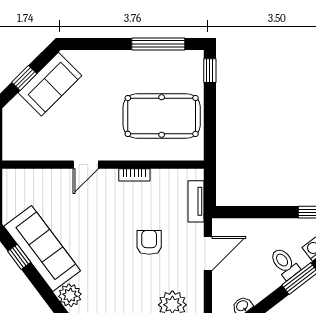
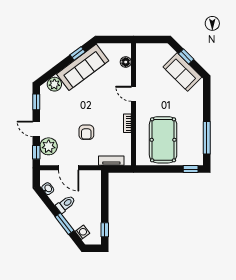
floor lamp: (33, 178) -> (126, 62), added
armchair: (149, 242) -> (86, 132), turned 90
door: (208, 254) -> (69, 168), moved
toilet: (285, 263) -> (66, 204), moved

